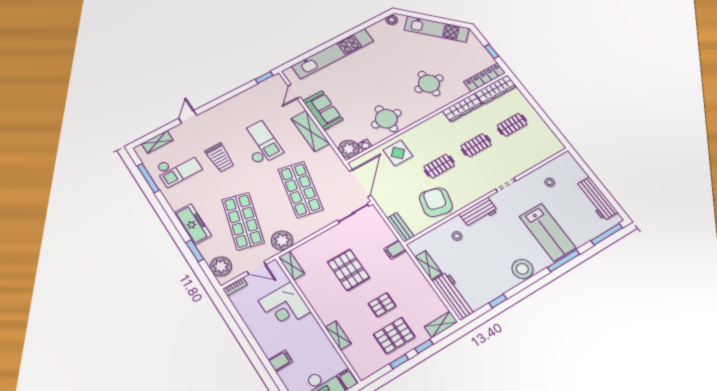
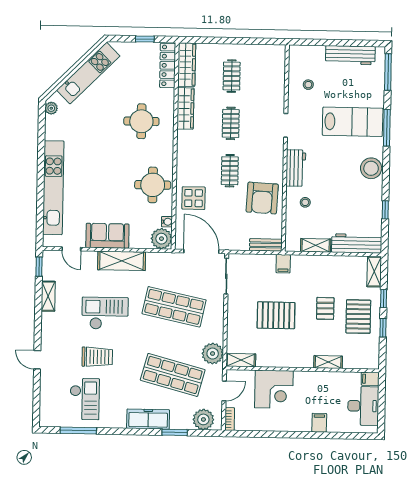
shelving: (157, 142) -> (48, 296), moved
armchair: (436, 202) -> (262, 198), turned -101

